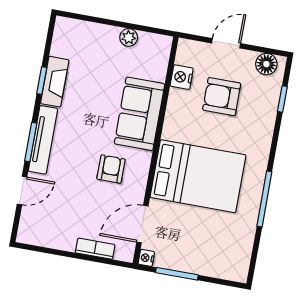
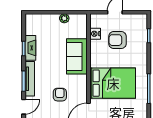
floor lamp: (266, 64) -> (137, 19), removed
armchair: (111, 169) -> (60, 95), moved

